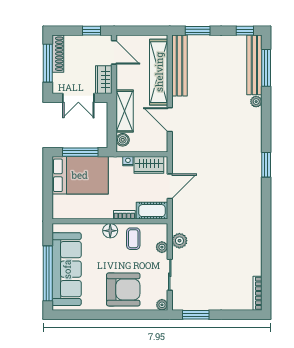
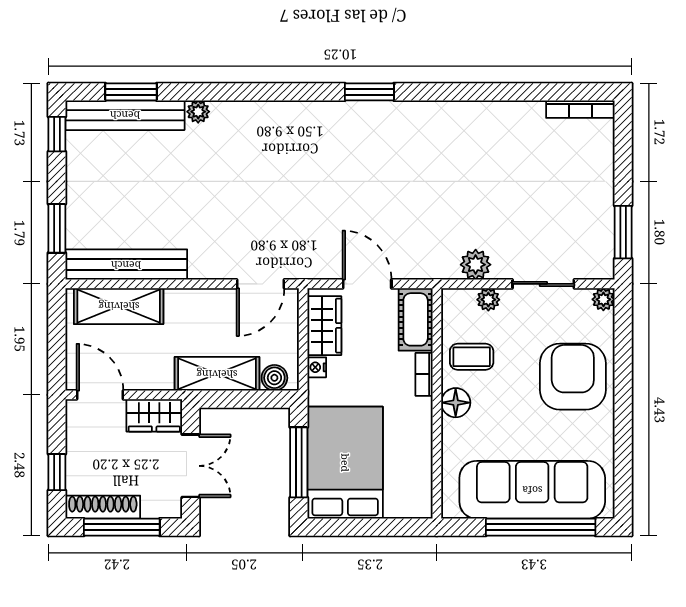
window: (91, 31) -> (57, 472), moved
door: (114, 52) -> (100, 395), hinge flipped
window: (266, 68) -> (131, 92), width x0.69
shelving: (159, 72) -> (119, 306), width x0.68
door: (170, 120) -> (260, 284), moved
window: (266, 165) -> (369, 92), moved

